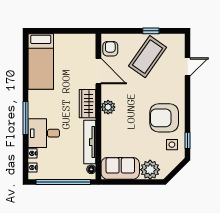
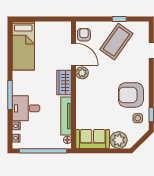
plant: (108, 107) -> (82, 73), moved

